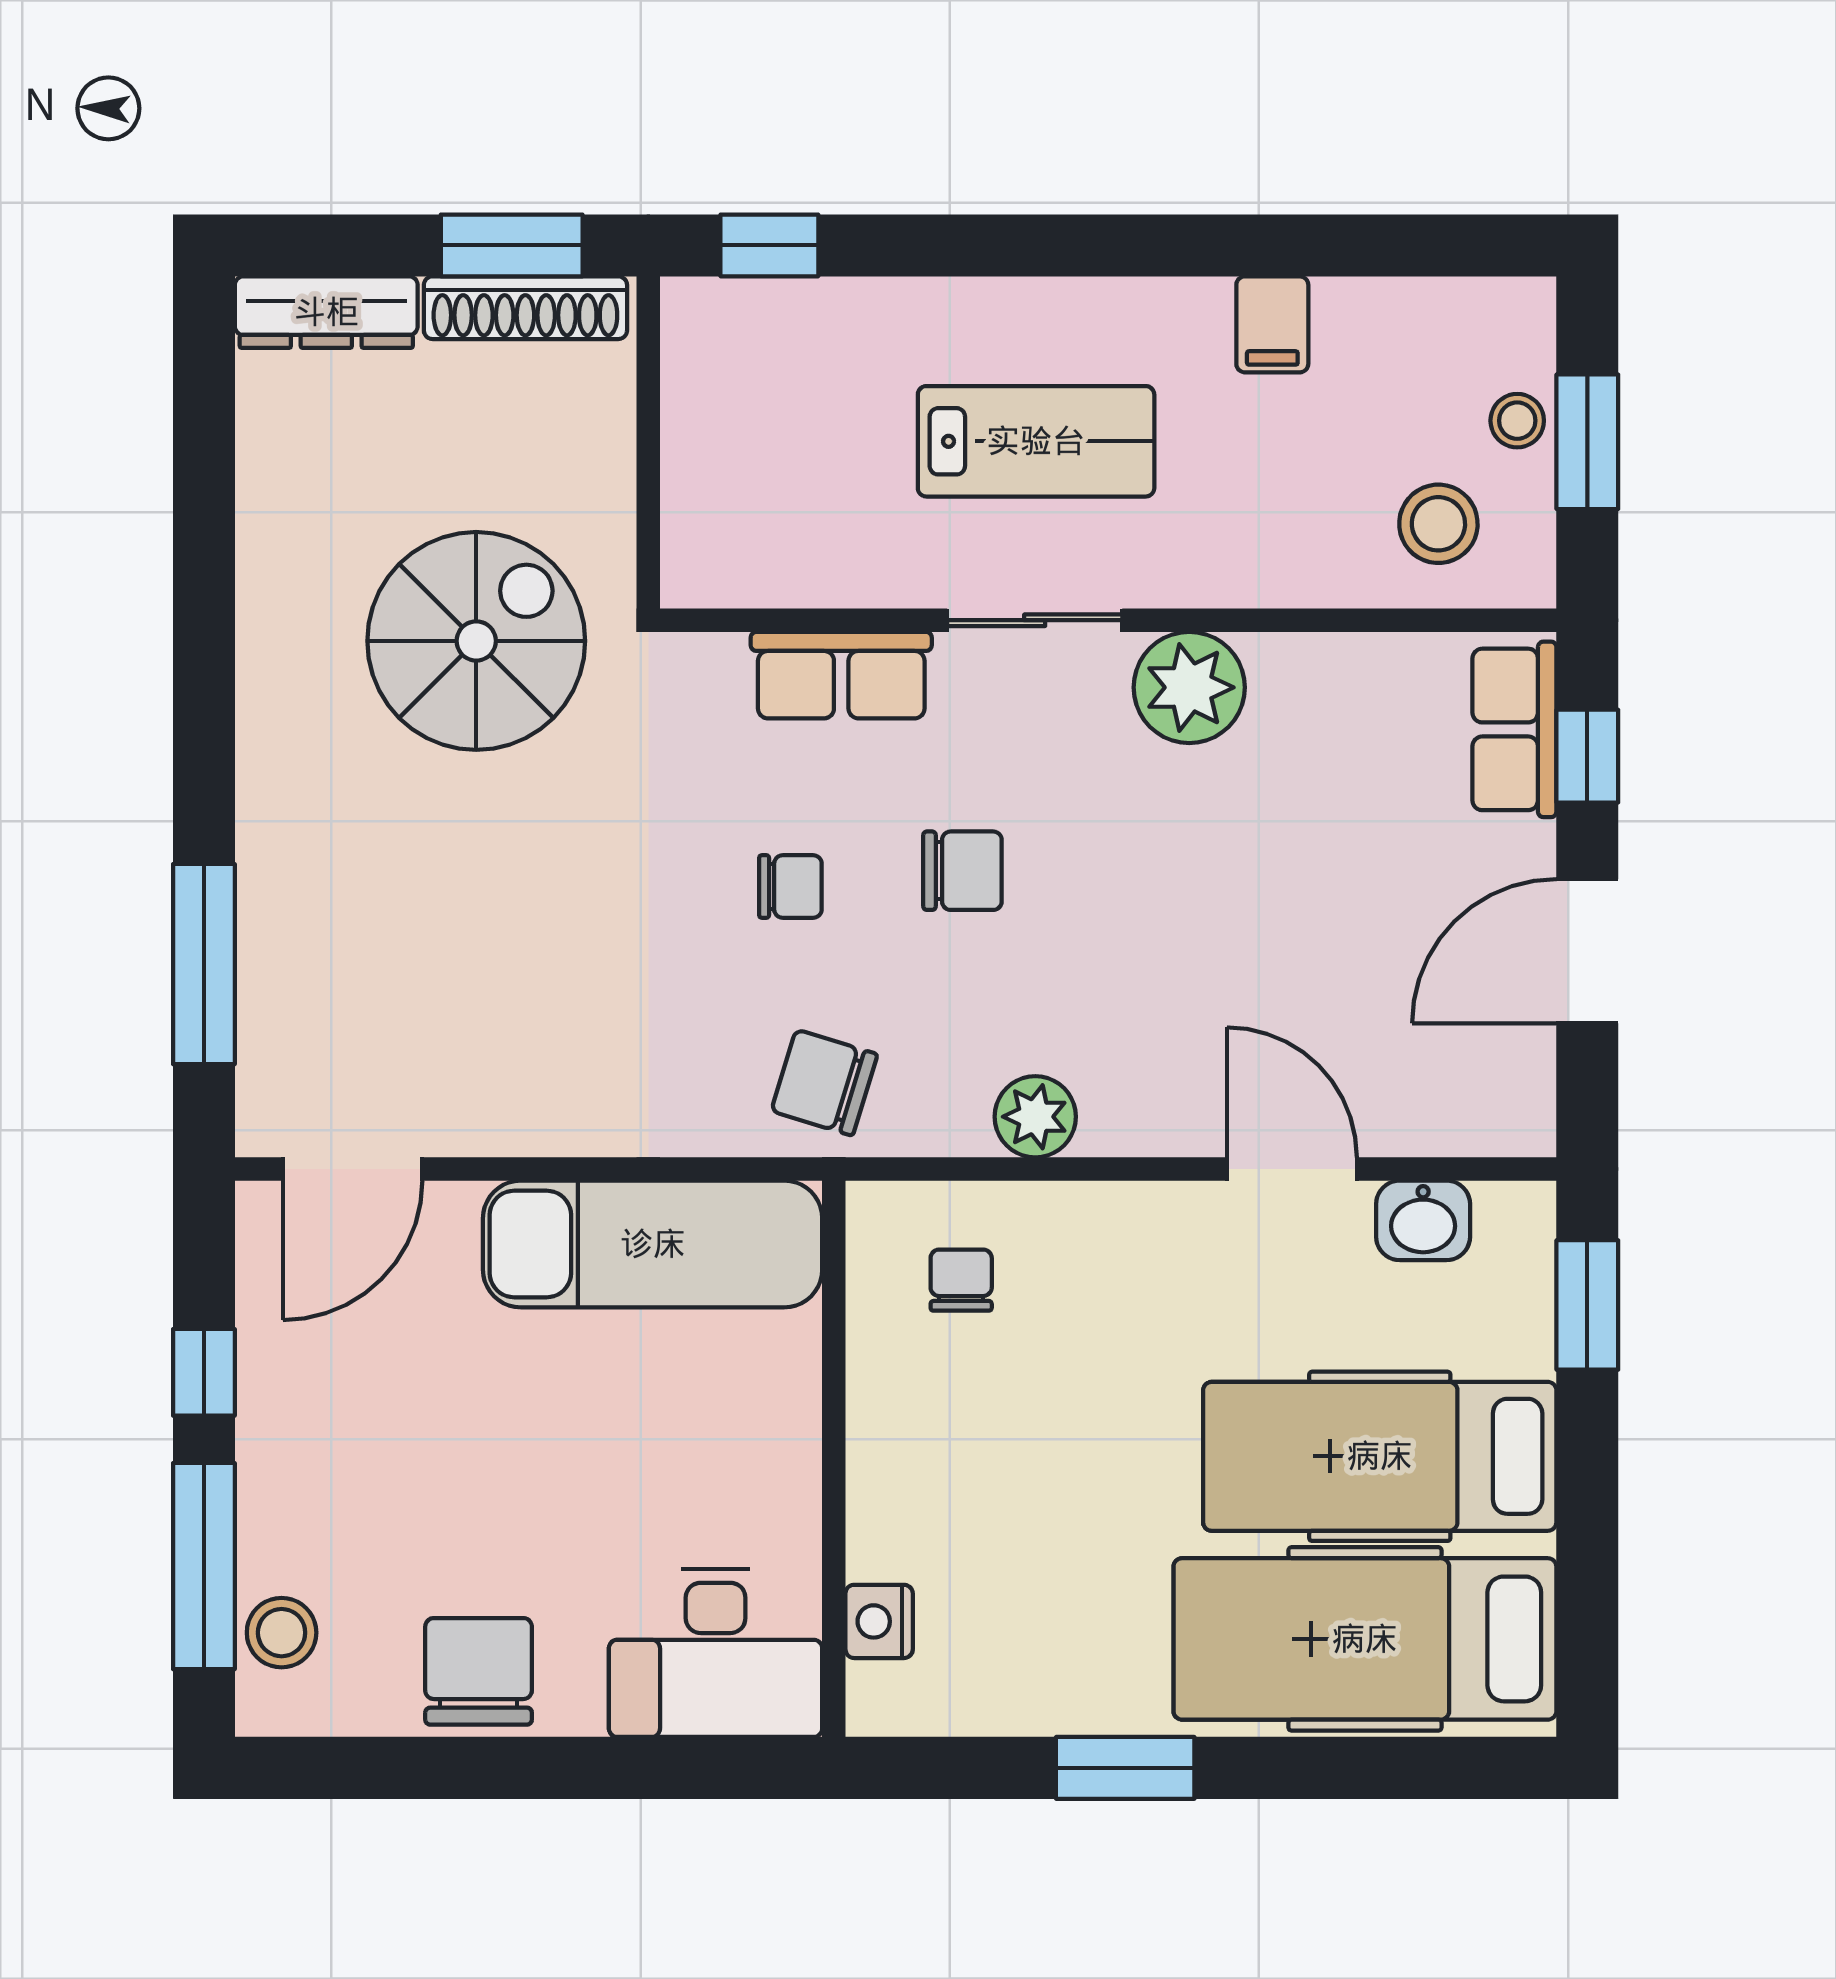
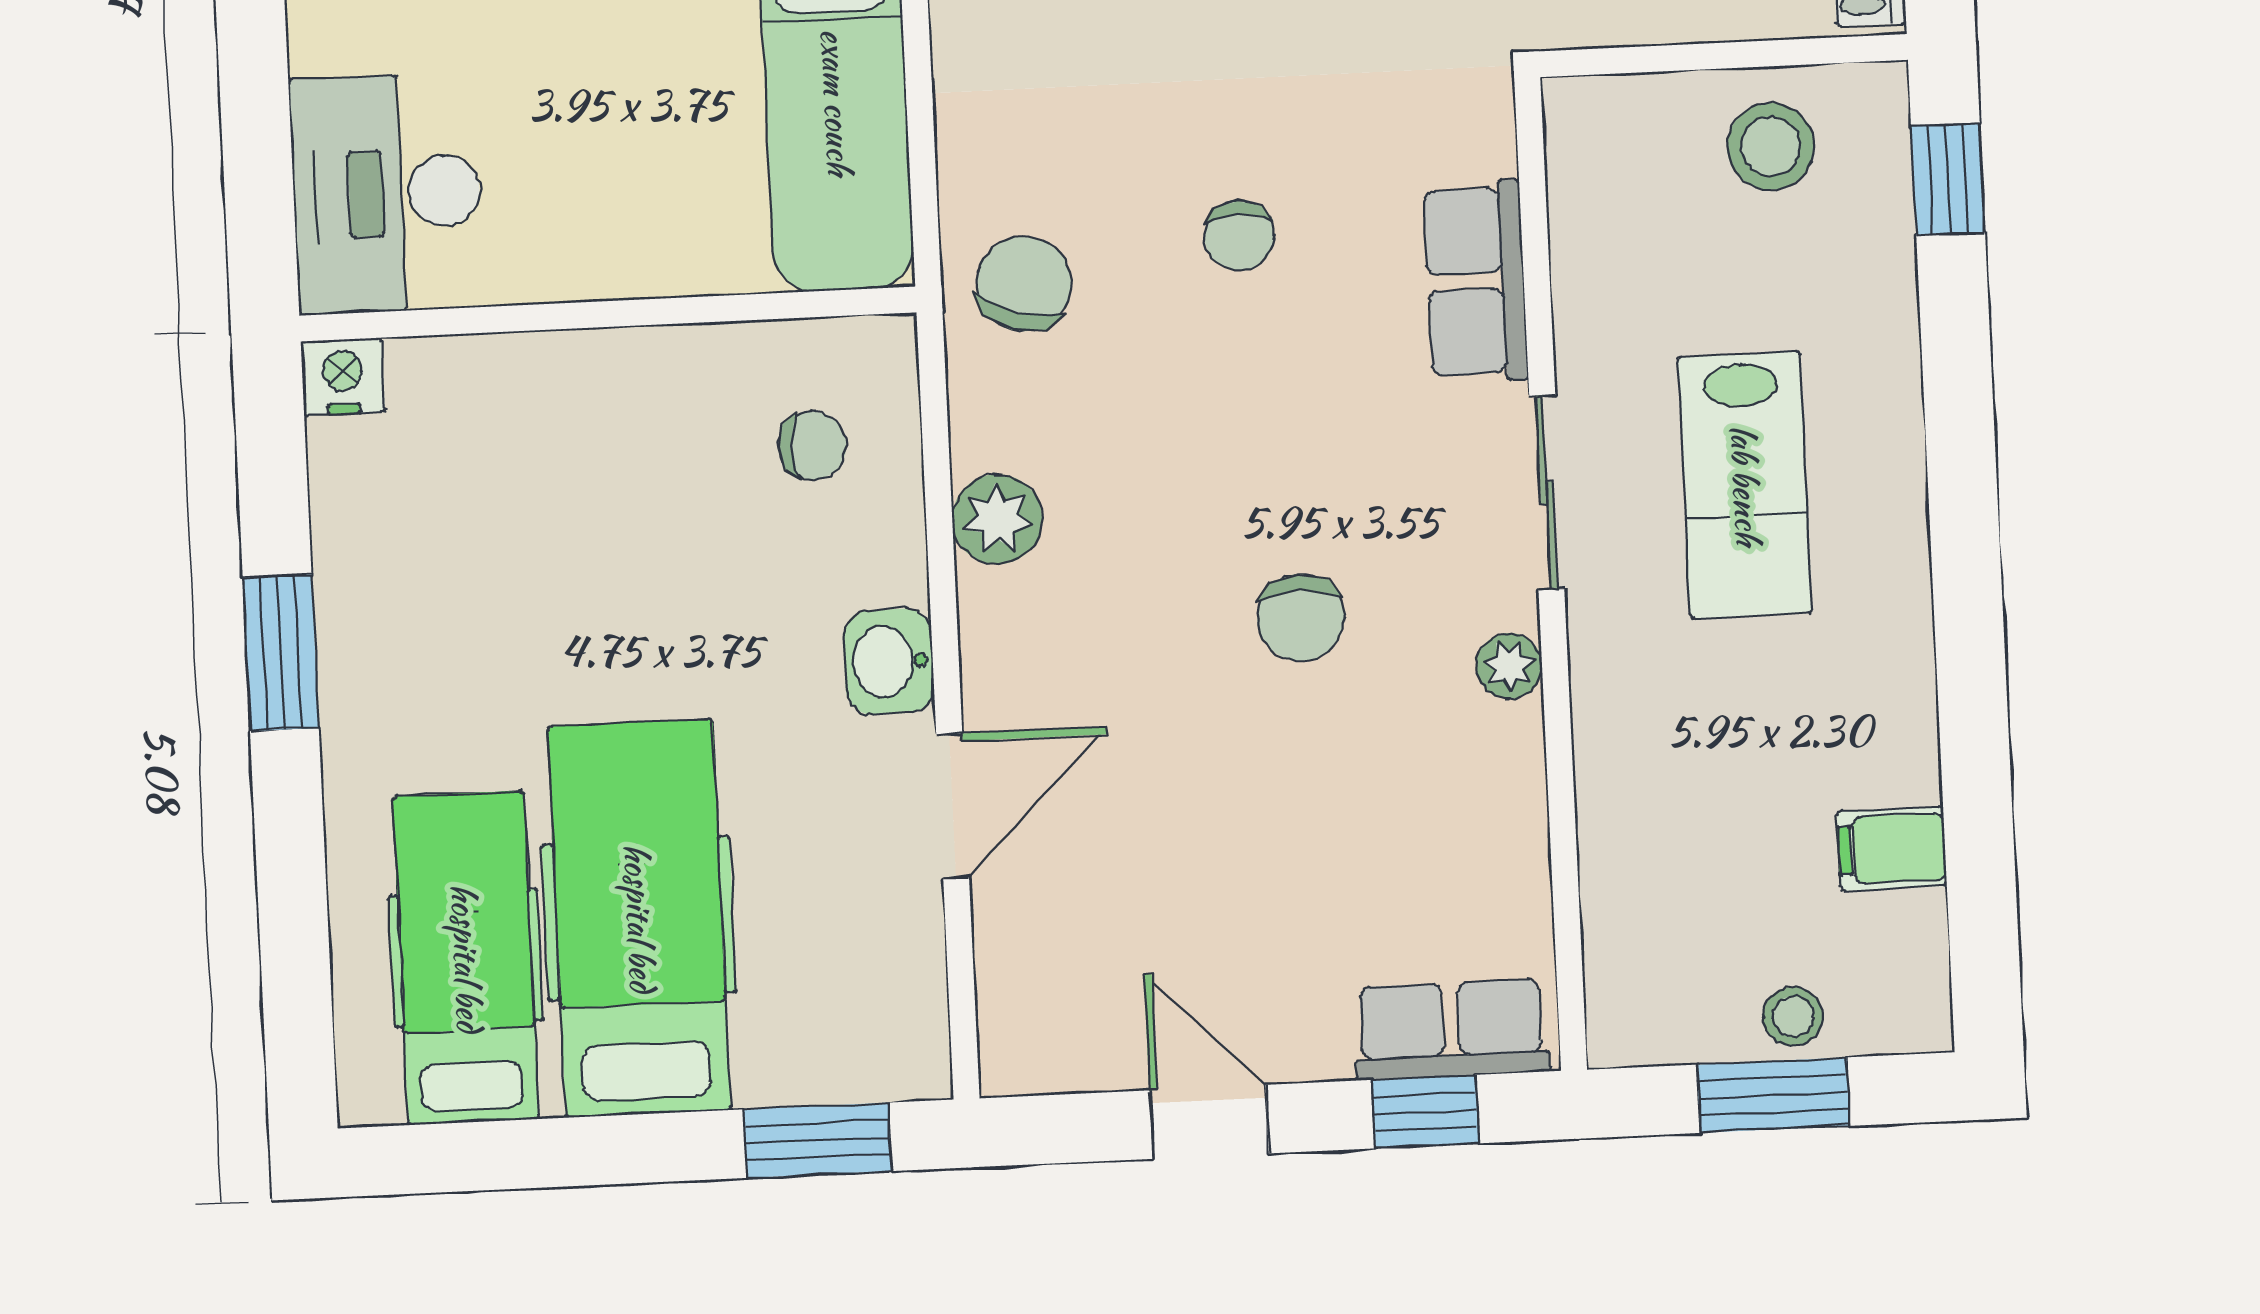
filing cabinet: (1272, 324) -> (1892, 849), moved
stool: (1438, 524) -> (1771, 146), moved
plant: (1189, 687) -> (1509, 666), width x0.53, depth x0.53
chair: (962, 871) -> (1301, 617), moved
door: (1587, 951) -> (1209, 1122), width x0.73
washbasin: (1423, 1220) -> (889, 661), moved
nightstand: (879, 1621) -> (343, 377), moved
hospital bed: (1365, 1639) -> (466, 958), width x0.73, depth x0.78

